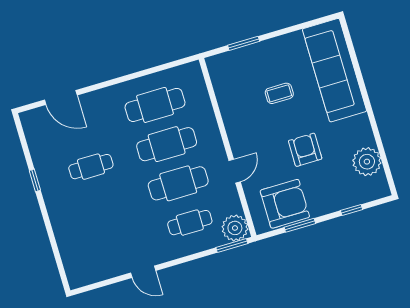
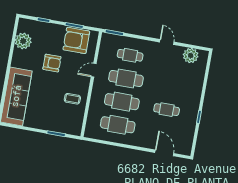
coffee table: (279, 93) -> (72, 99), moved
armchair: (305, 150) -> (52, 63), turned -90
plant: (235, 228) -> (191, 56), moved

